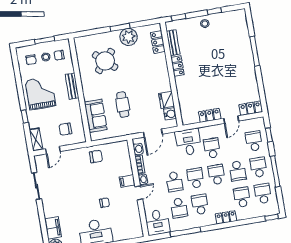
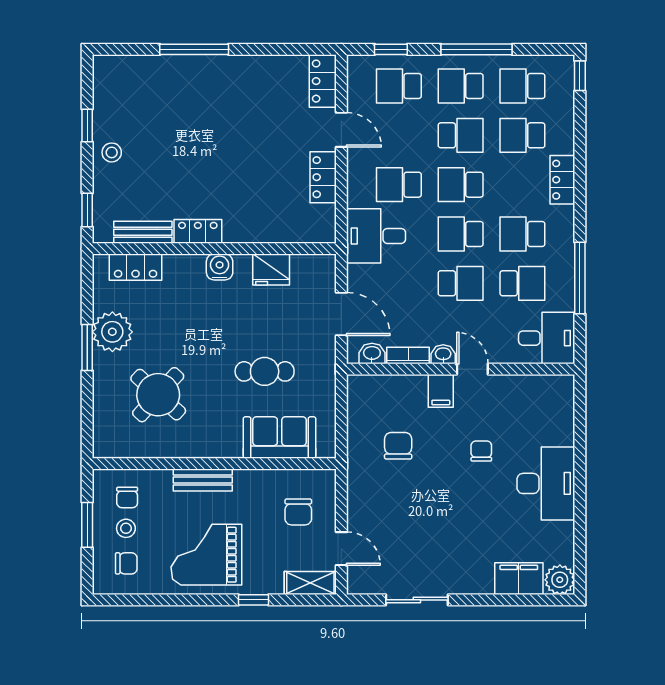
water cooler: (170, 114) -> (220, 267), moved
chair: (96, 156) -> (398, 446), moved

